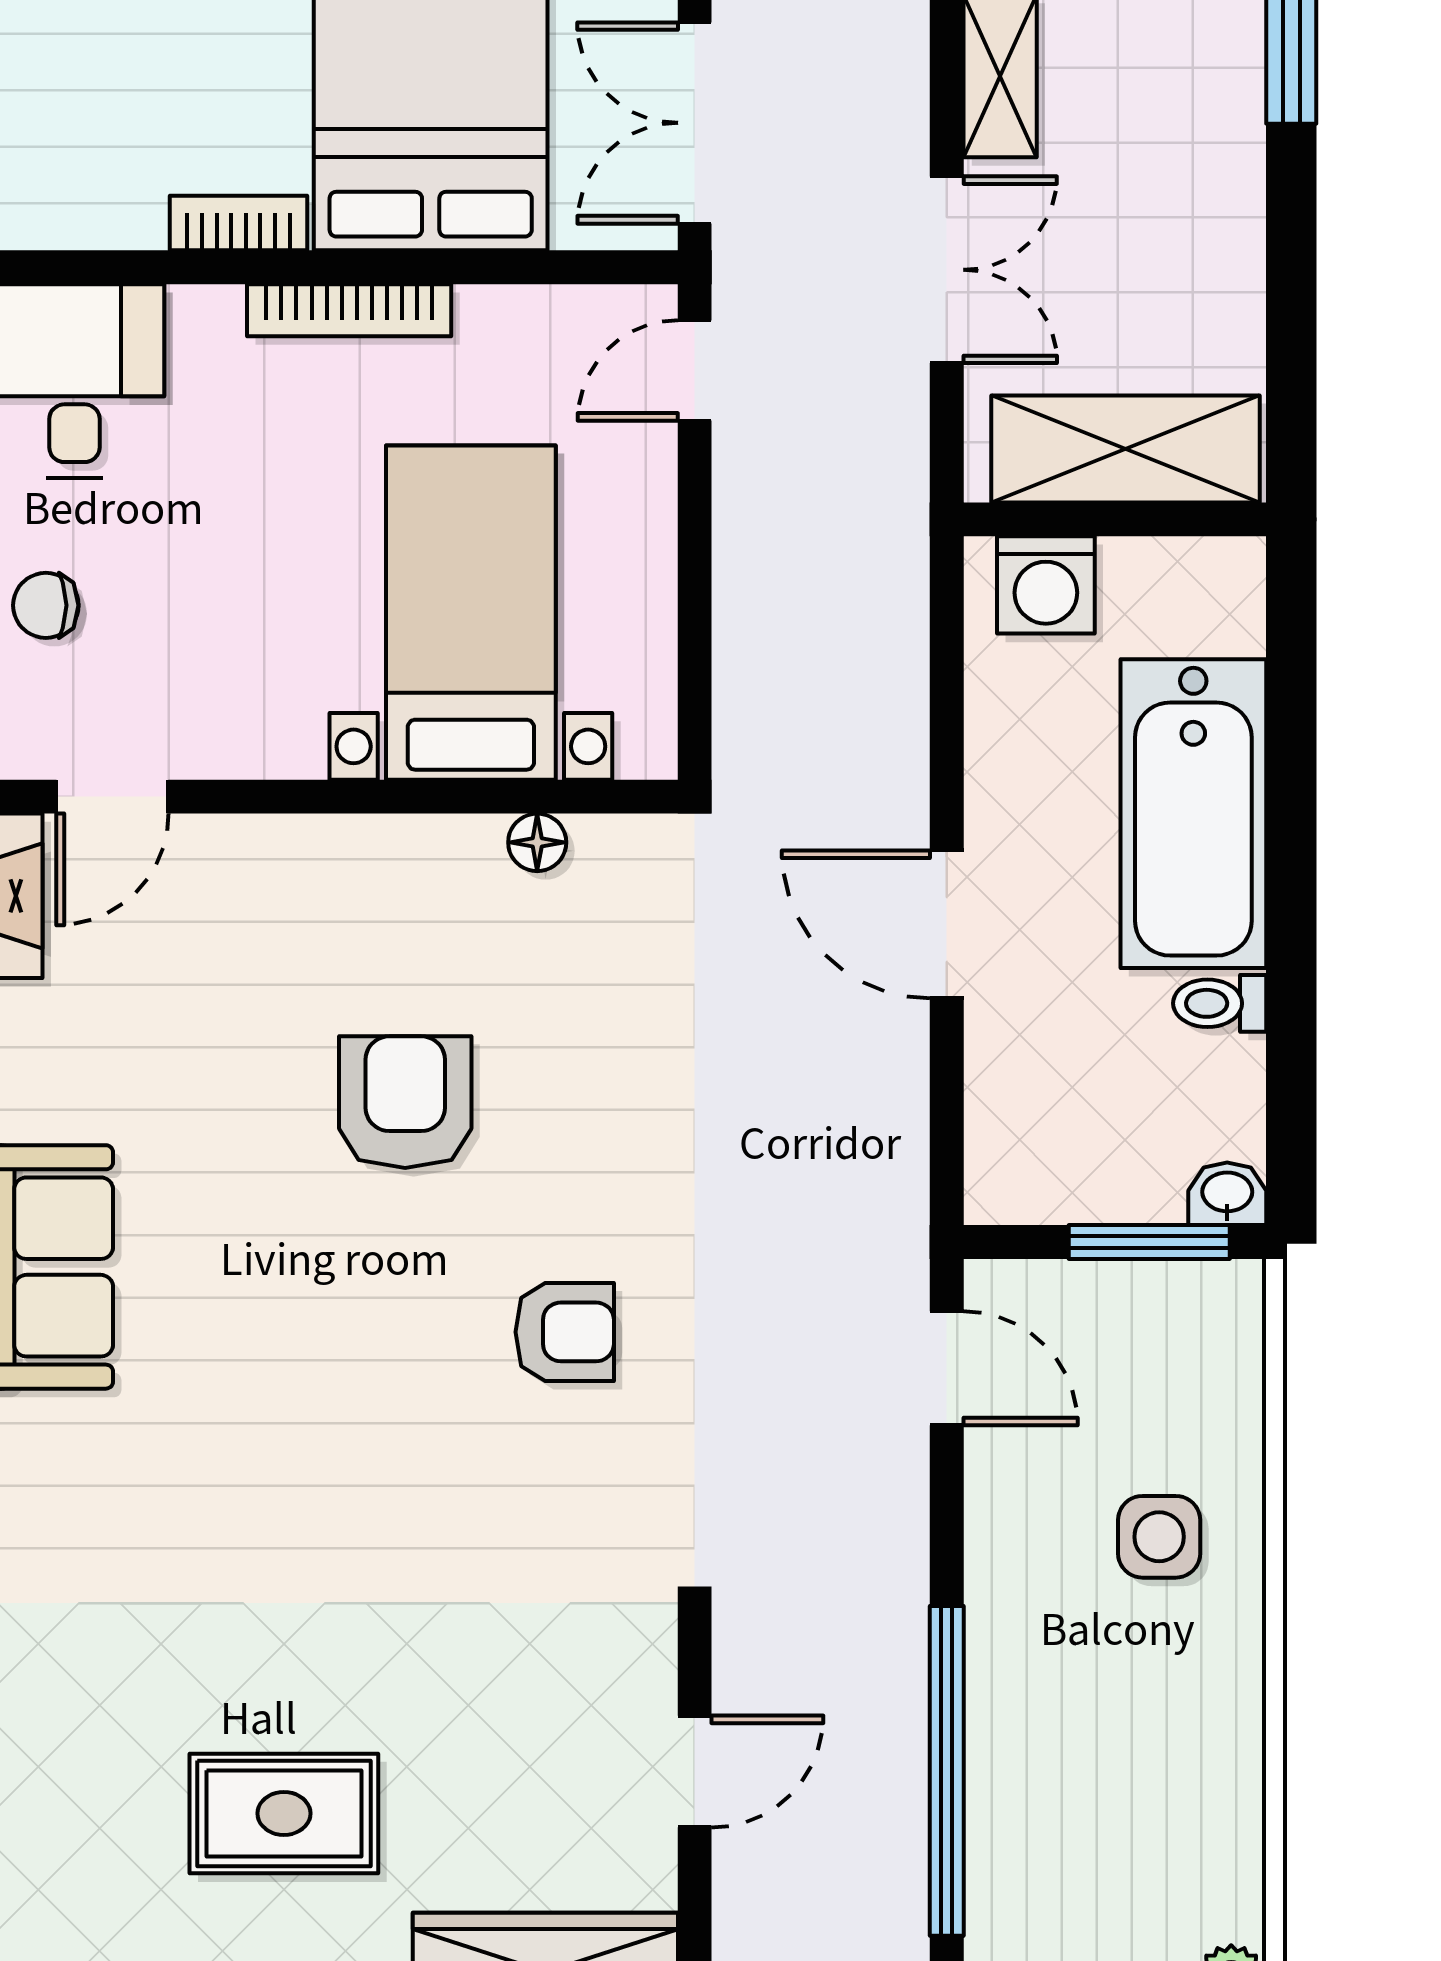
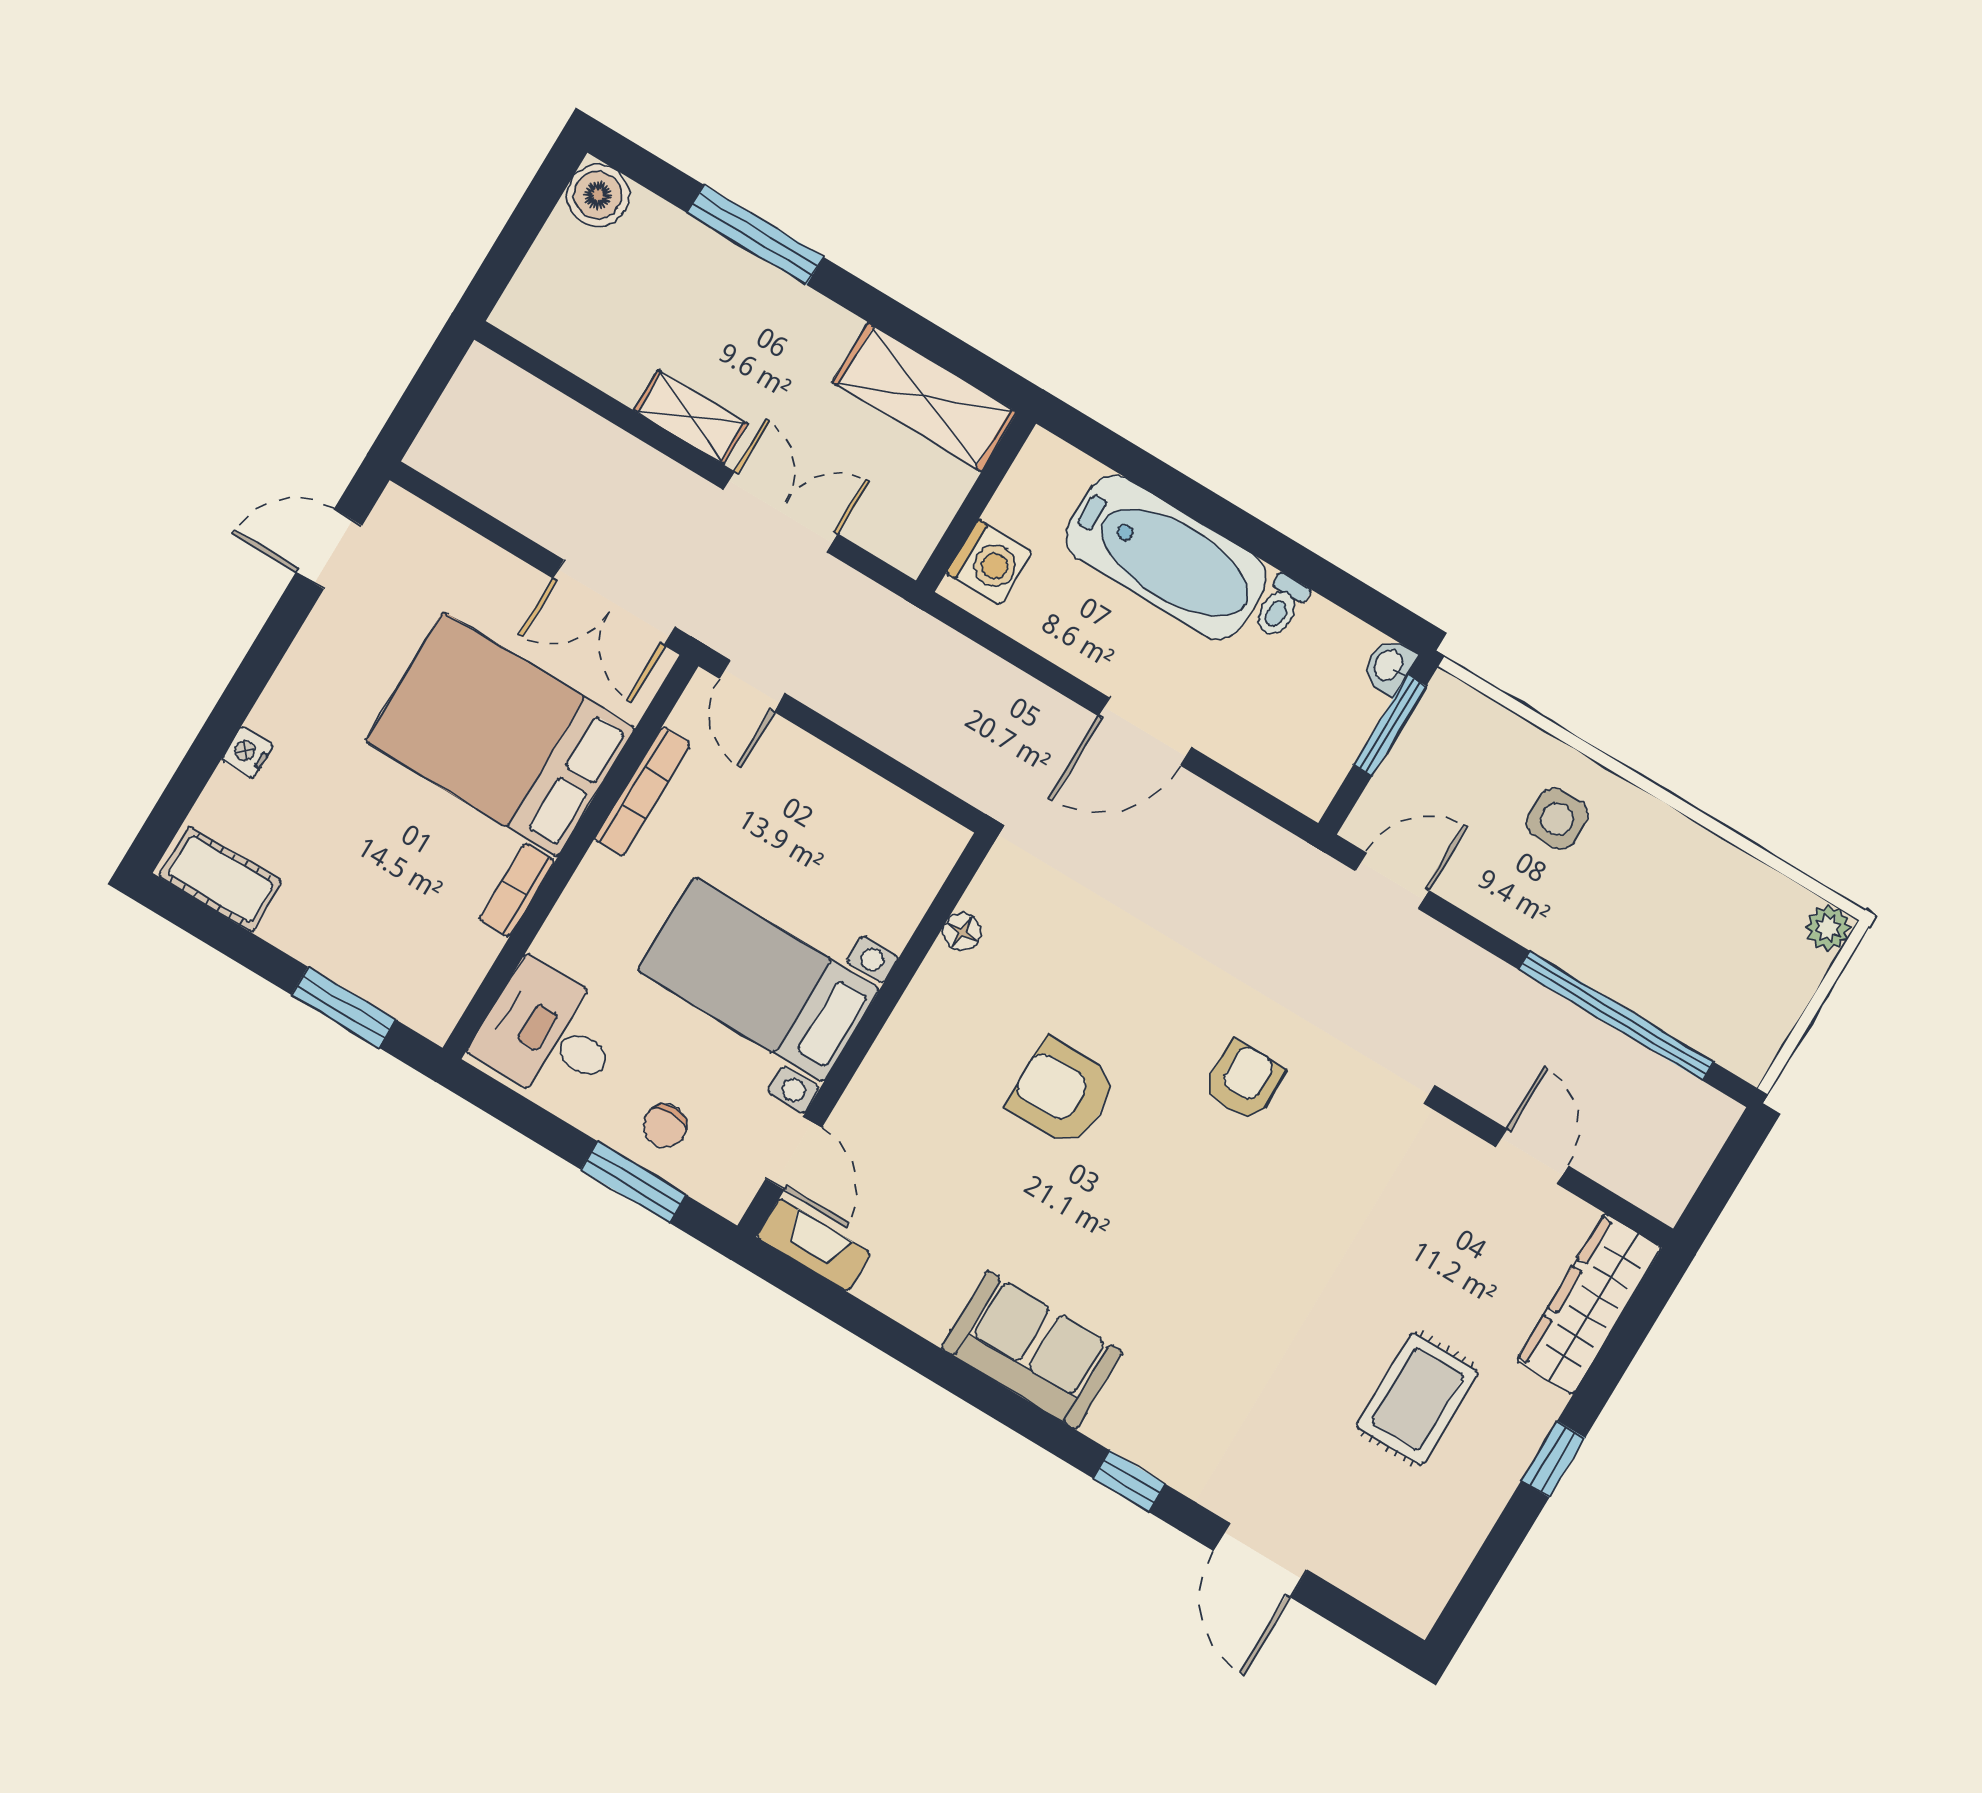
bookcase: (349, 310) -> (643, 791), moved
shelving: (1126, 449) -> (925, 397), moved, turned 90
bed with nightstands: (471, 613) -> (759, 980), moved

